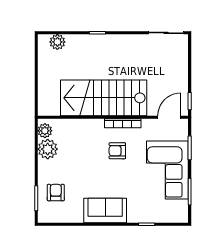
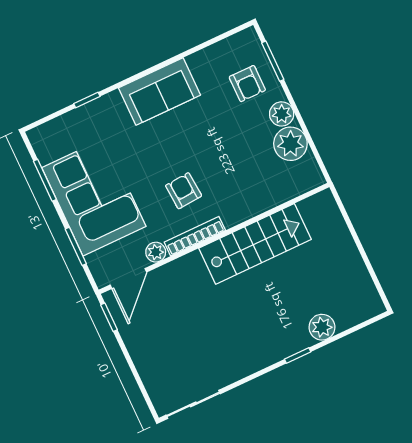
plant: (57, 42) -> (322, 327), moved
stairs: (104, 98) -> (255, 244), width x0.73, depth x0.66
plant: (148, 125) -> (156, 252), added
plant: (45, 131) -> (282, 114), moved
armchair: (117, 151) -> (184, 191), turned -94

